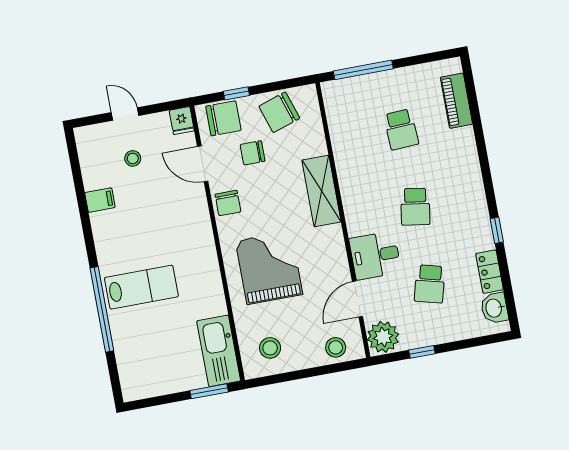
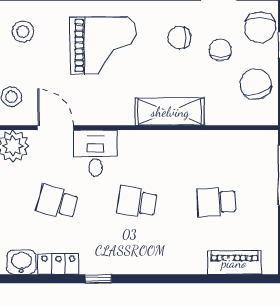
chair: (228, 203) -> (179, 38), moved

